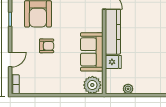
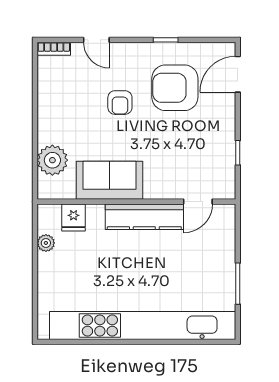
fridge: (113, 62) -> (74, 217), moved
plant: (92, 85) -> (52, 160), moved

